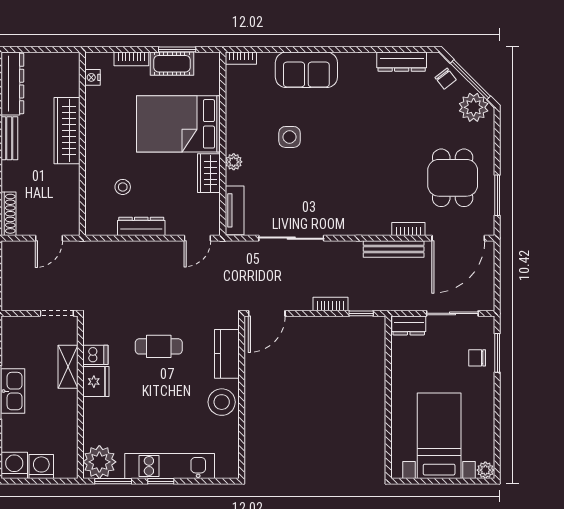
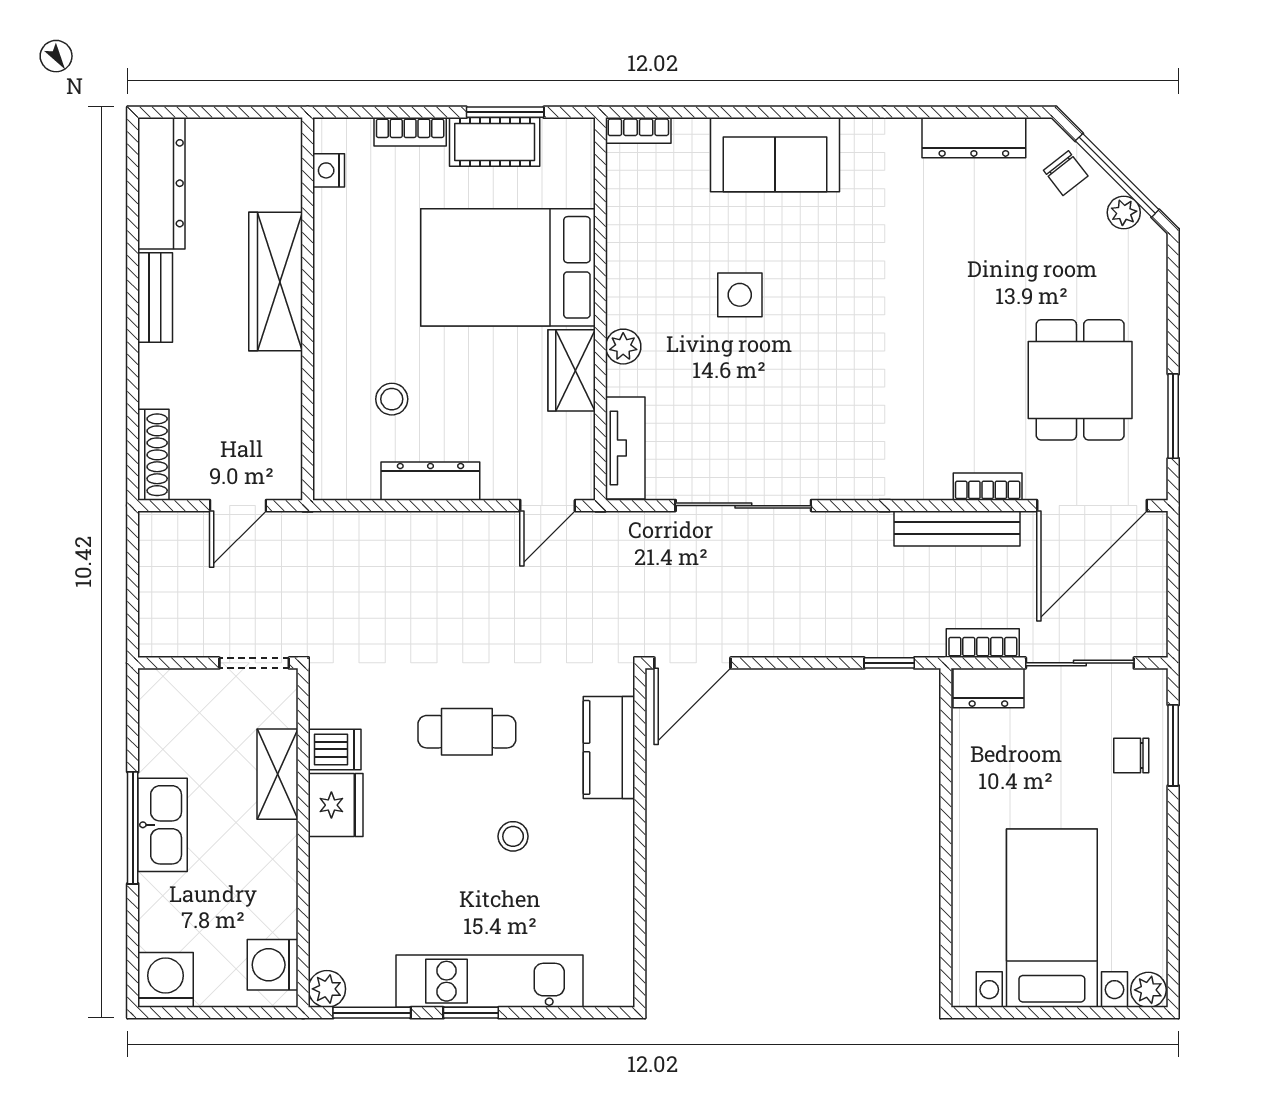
plant: (474, 107) -> (1124, 212), width x0.53, depth x0.53
bookcase: (330, 304) -> (983, 643), moved
stool: (222, 402) -> (513, 836), moved, width x0.53, depth x0.53
plant: (99, 462) -> (327, 989), width x0.53, depth x0.53
washing machine: (41, 466) -> (273, 965), moved, turned -90

